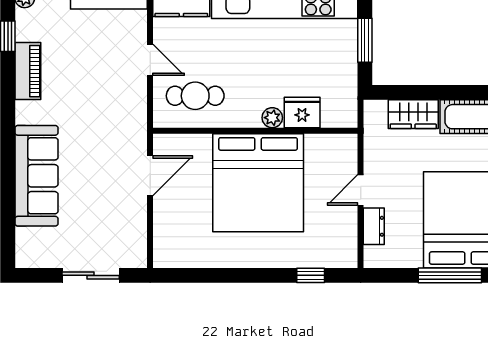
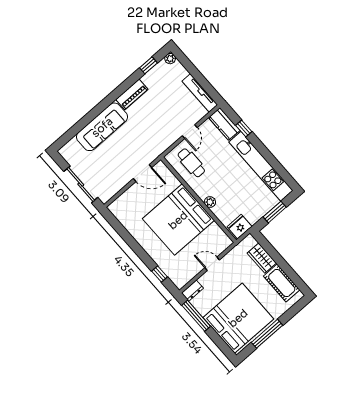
piano: (28, 71) -> (132, 94), moved
fridge: (302, 113) -> (239, 227), moved, turned -90
dresser: (374, 226) -> (192, 291), moved
sliding door: (91, 275) -> (81, 184), width x1.37
window: (450, 275) -> (196, 316), moved

